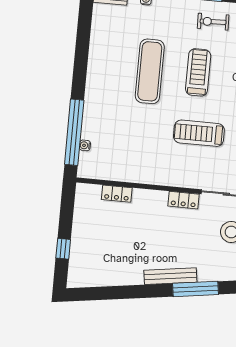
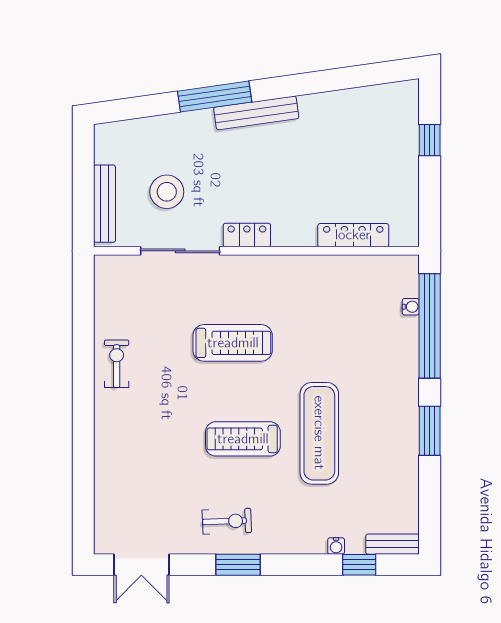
window: (80, 66) -> (430, 431), added
treadmill: (198, 72) -> (243, 439), turned 90
locker: (117, 194) -> (353, 235), width x1.53

